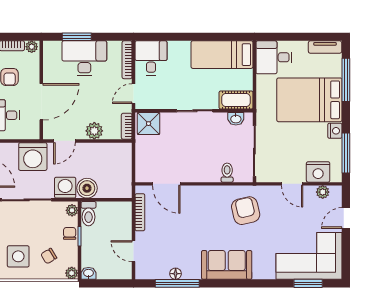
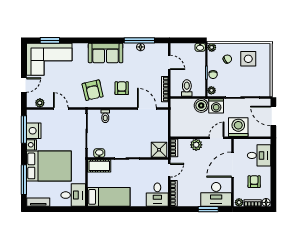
desk: (84, 58) -> (216, 194), moved
nightstand: (318, 172) -> (34, 131), moved, turned -90
armchair: (203, 213) -> (122, 88), added
toilet: (88, 214) -> (187, 88), moved

